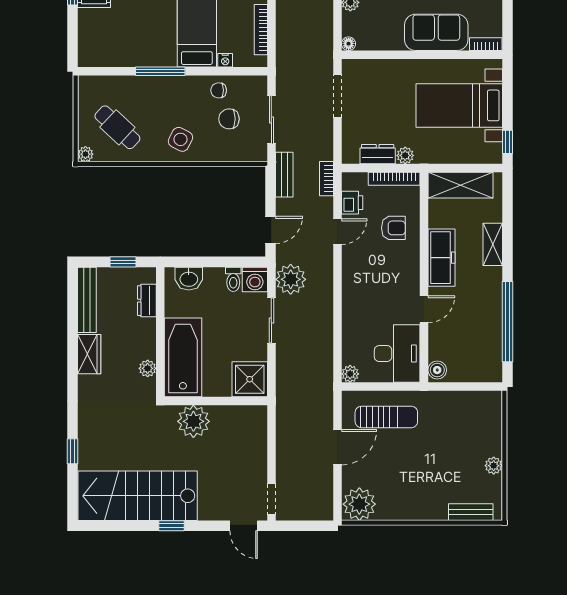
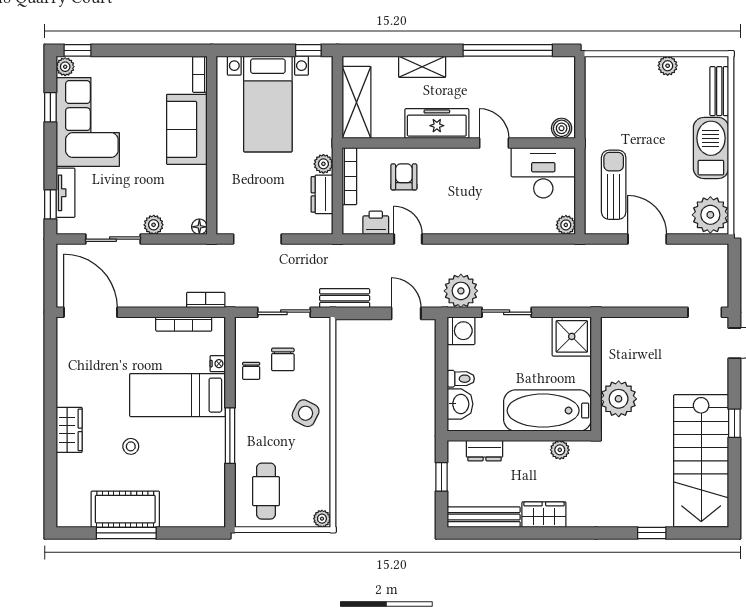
cafe table: (117, 127) -> (266, 491), moved, turned -43
bookcase: (326, 179) -> (206, 300), moved, turned 180
toilet: (233, 279) -> (461, 379), moved
barbecue: (419, 505) -> (711, 148), added

